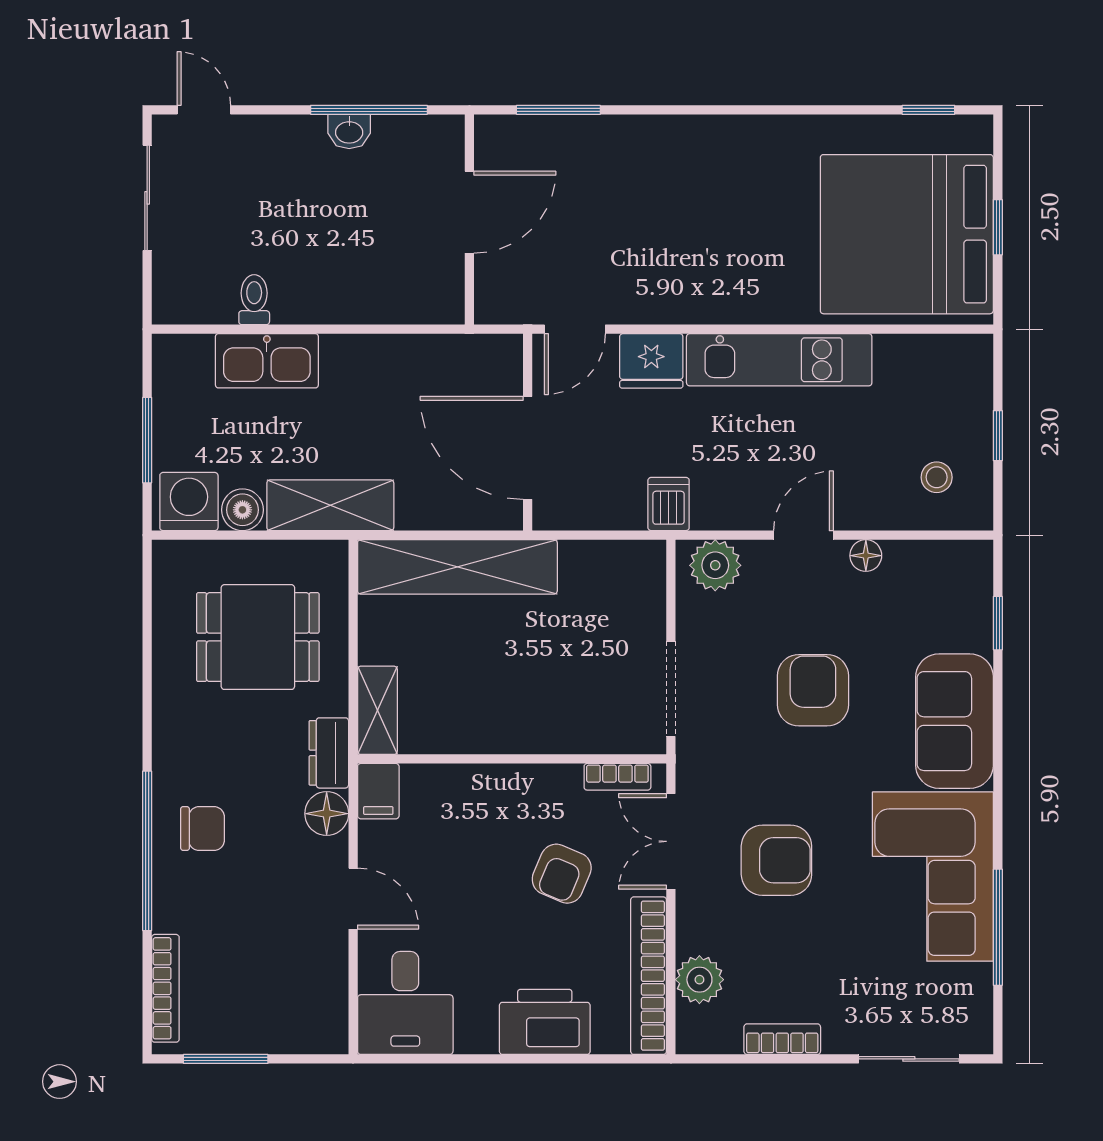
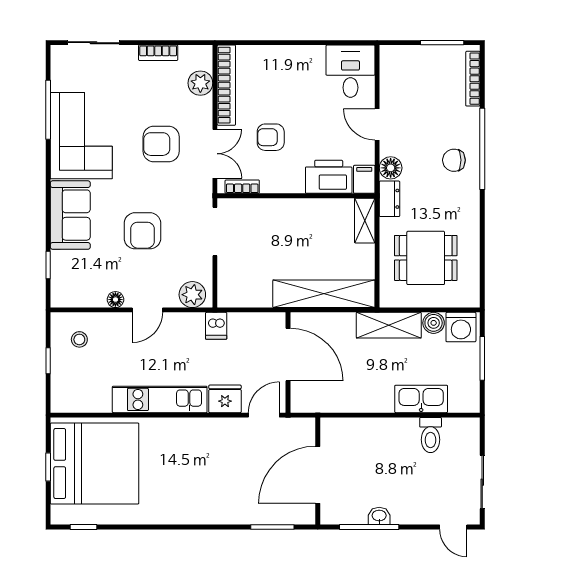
door: (469, 212) -> (318, 475), width x1.36
toilet: (254, 300) -> (431, 435), width x1.37, depth x1.39
armchair: (562, 874) -> (271, 137), turned -113
printer: (545, 1022) -> (329, 177), moved, turned 180

